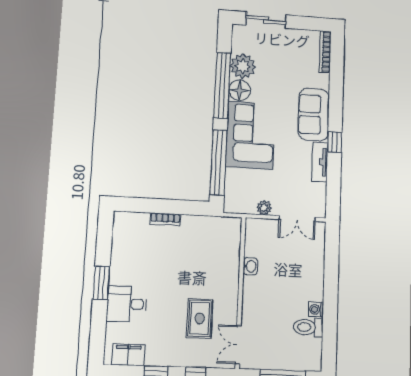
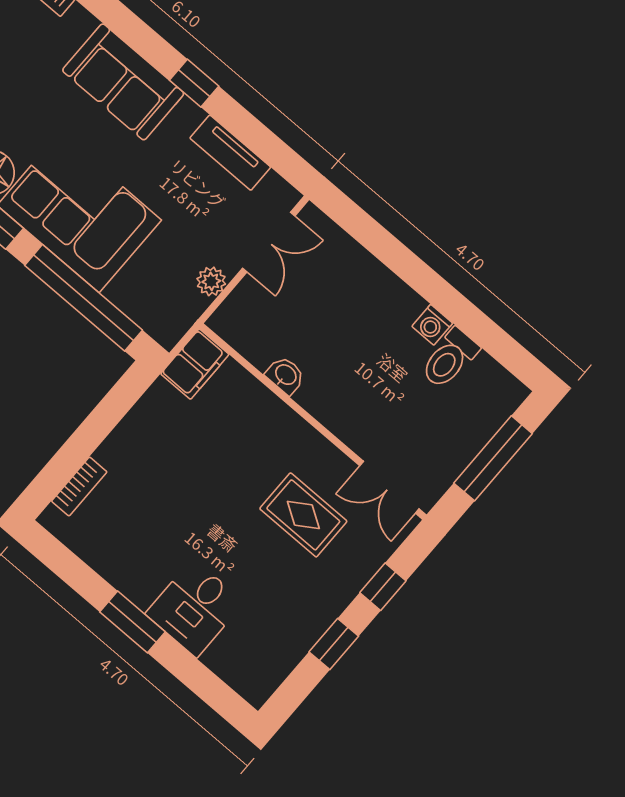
tv unit: (320, 162) -> (230, 153), moved
bookcase: (165, 219) -> (79, 486), moved
filing cabinet: (128, 355) -> (195, 364), moved, turned 180

